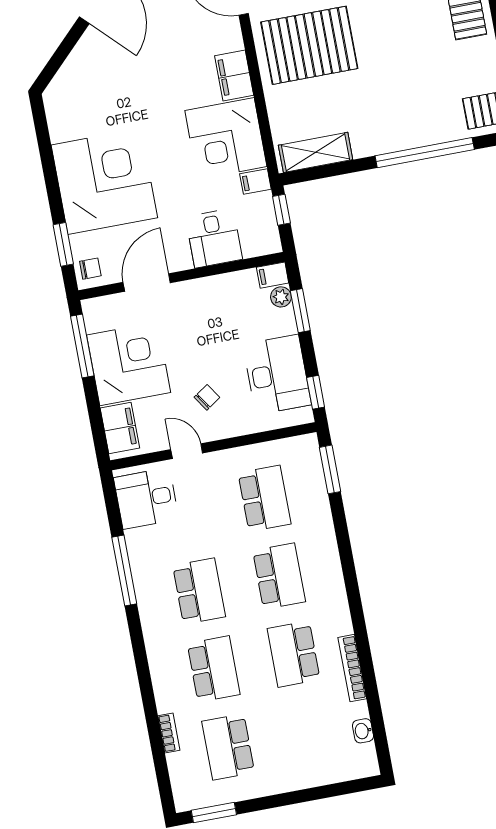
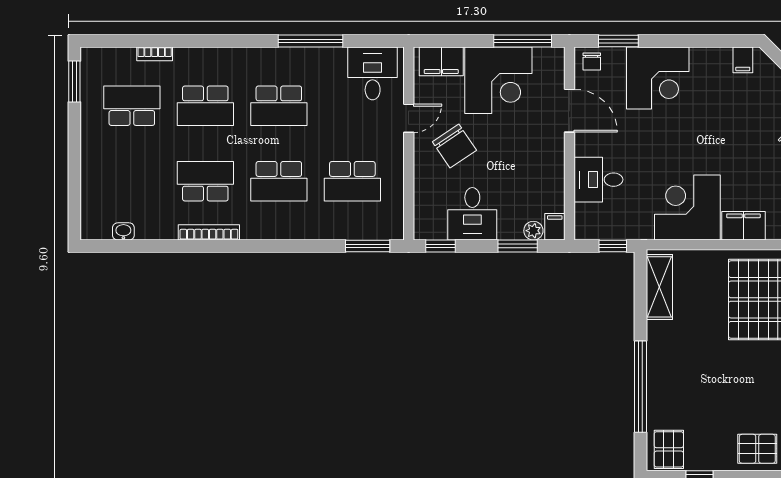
corner desk: (104, 181) -> (658, 78), width x0.74, depth x0.74
filing cabinet: (255, 182) -> (743, 60), moved, turned 180
desk: (277, 375) -> (472, 214), width x0.73
chair: (207, 397) -> (454, 146), width x1.87, depth x1.87
bookcase: (352, 668) -> (209, 232), moved

